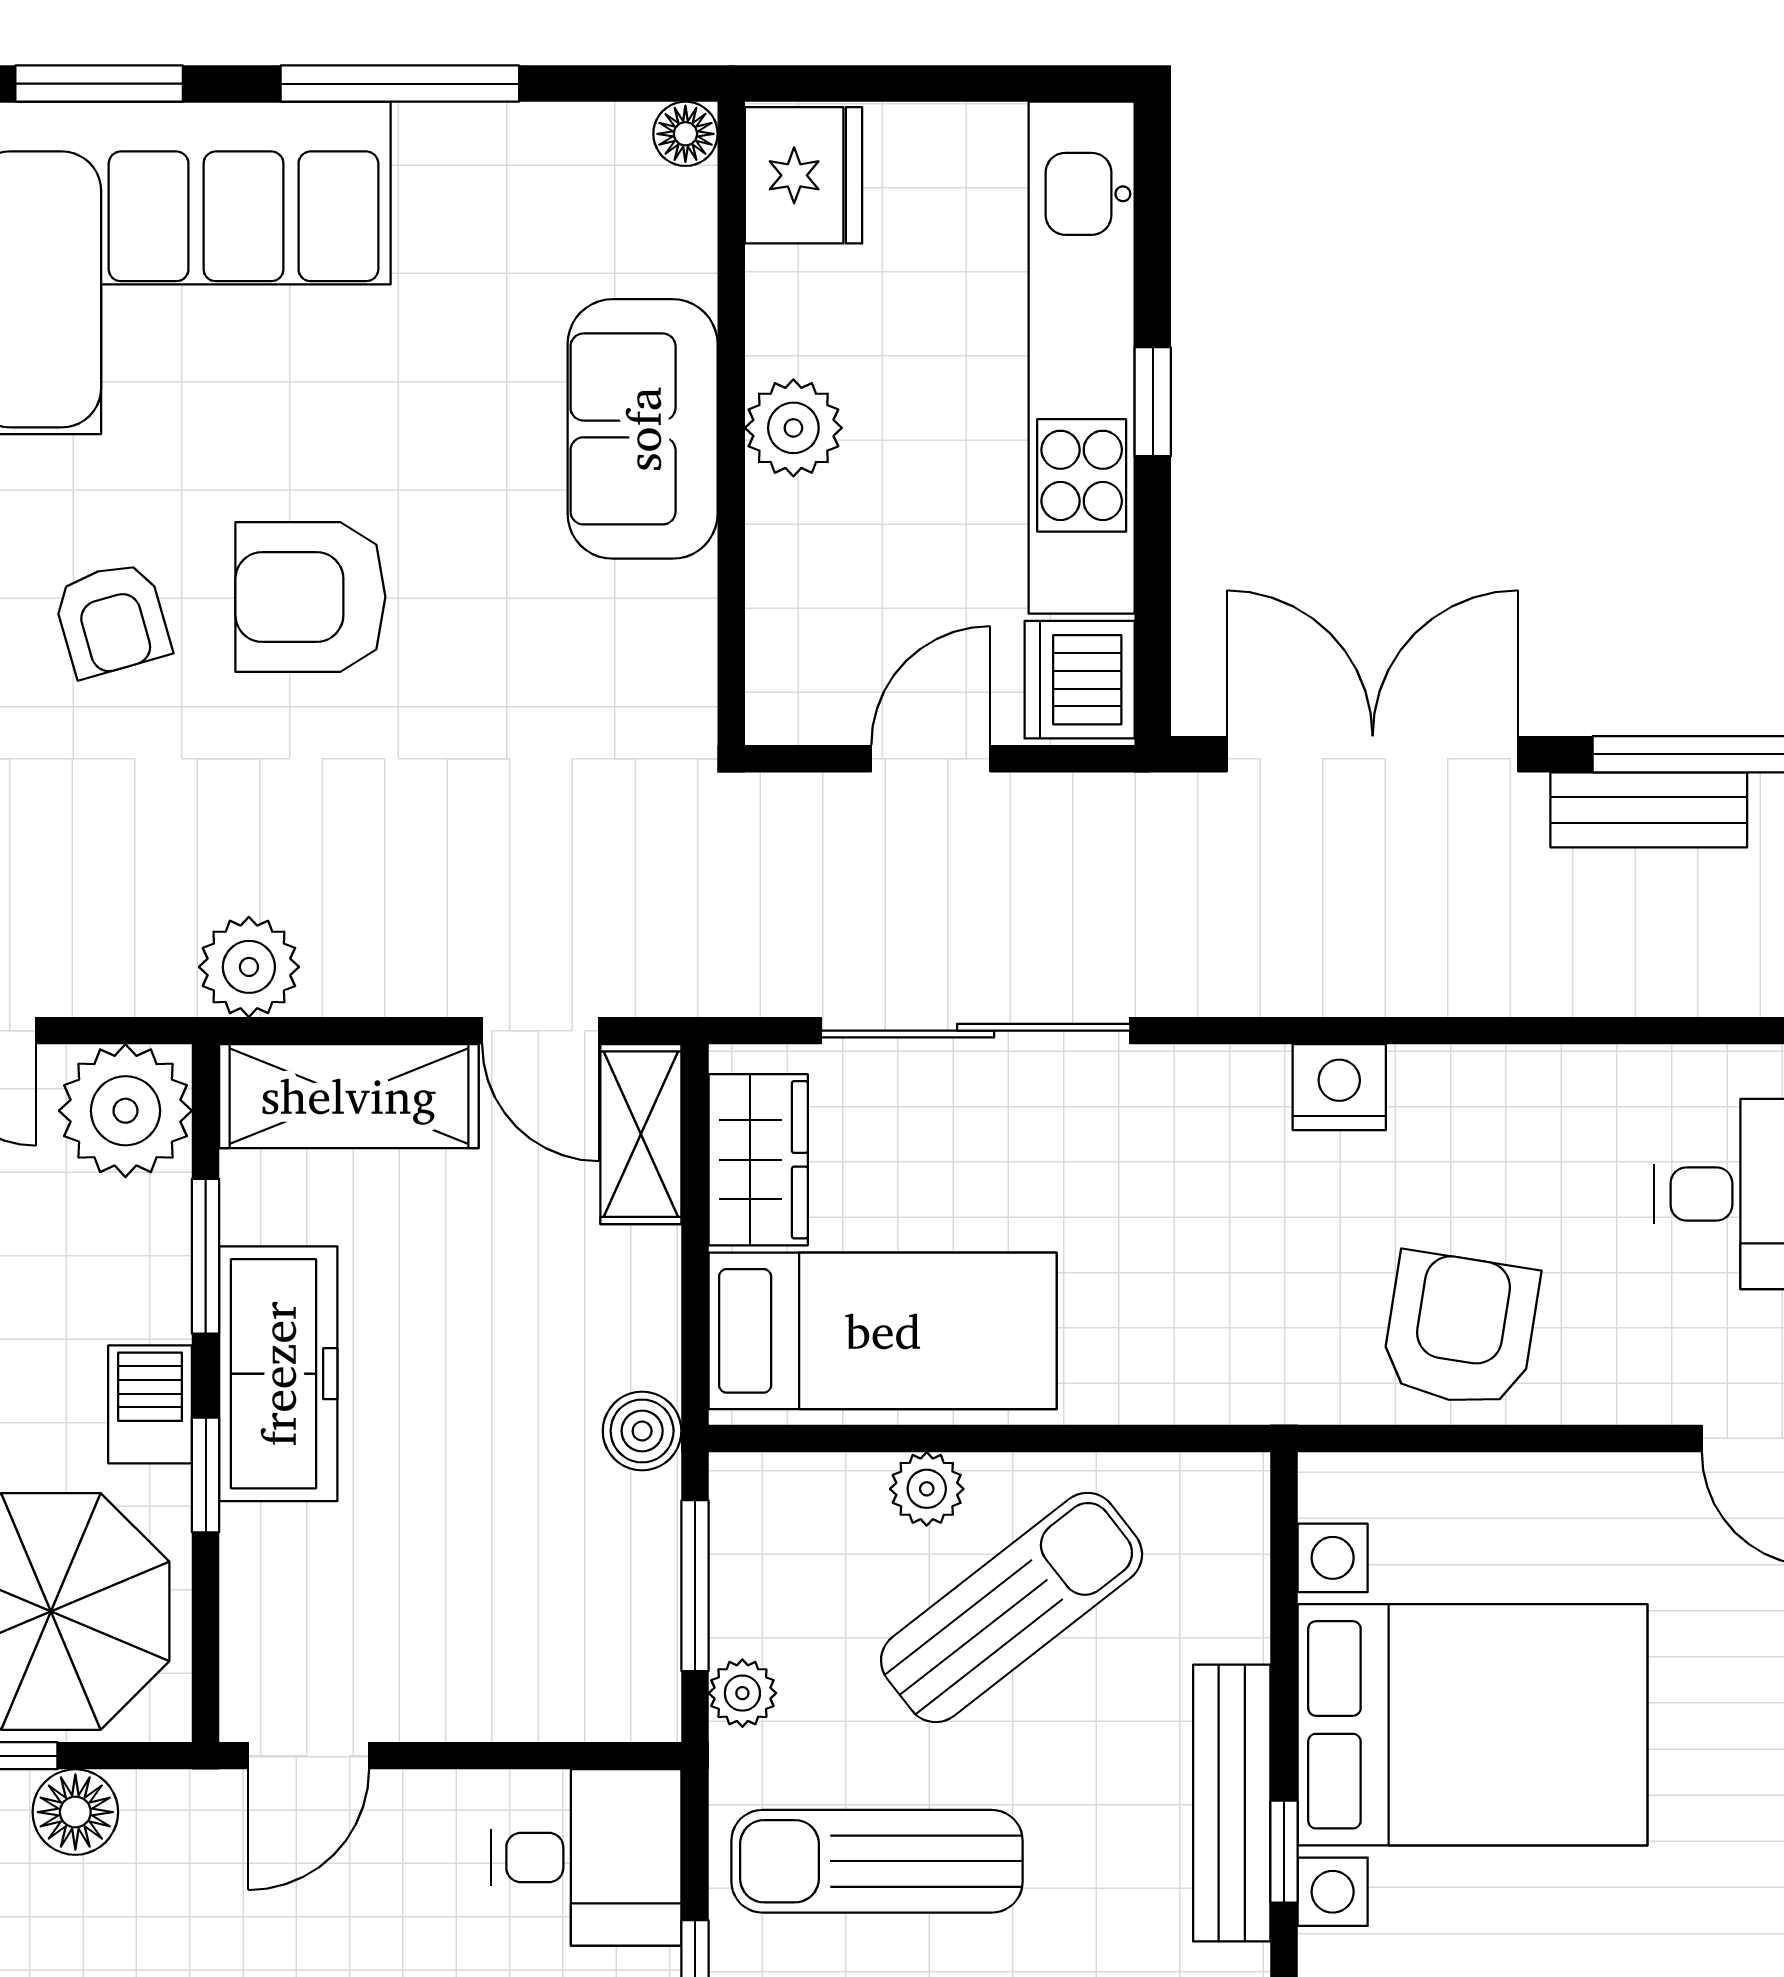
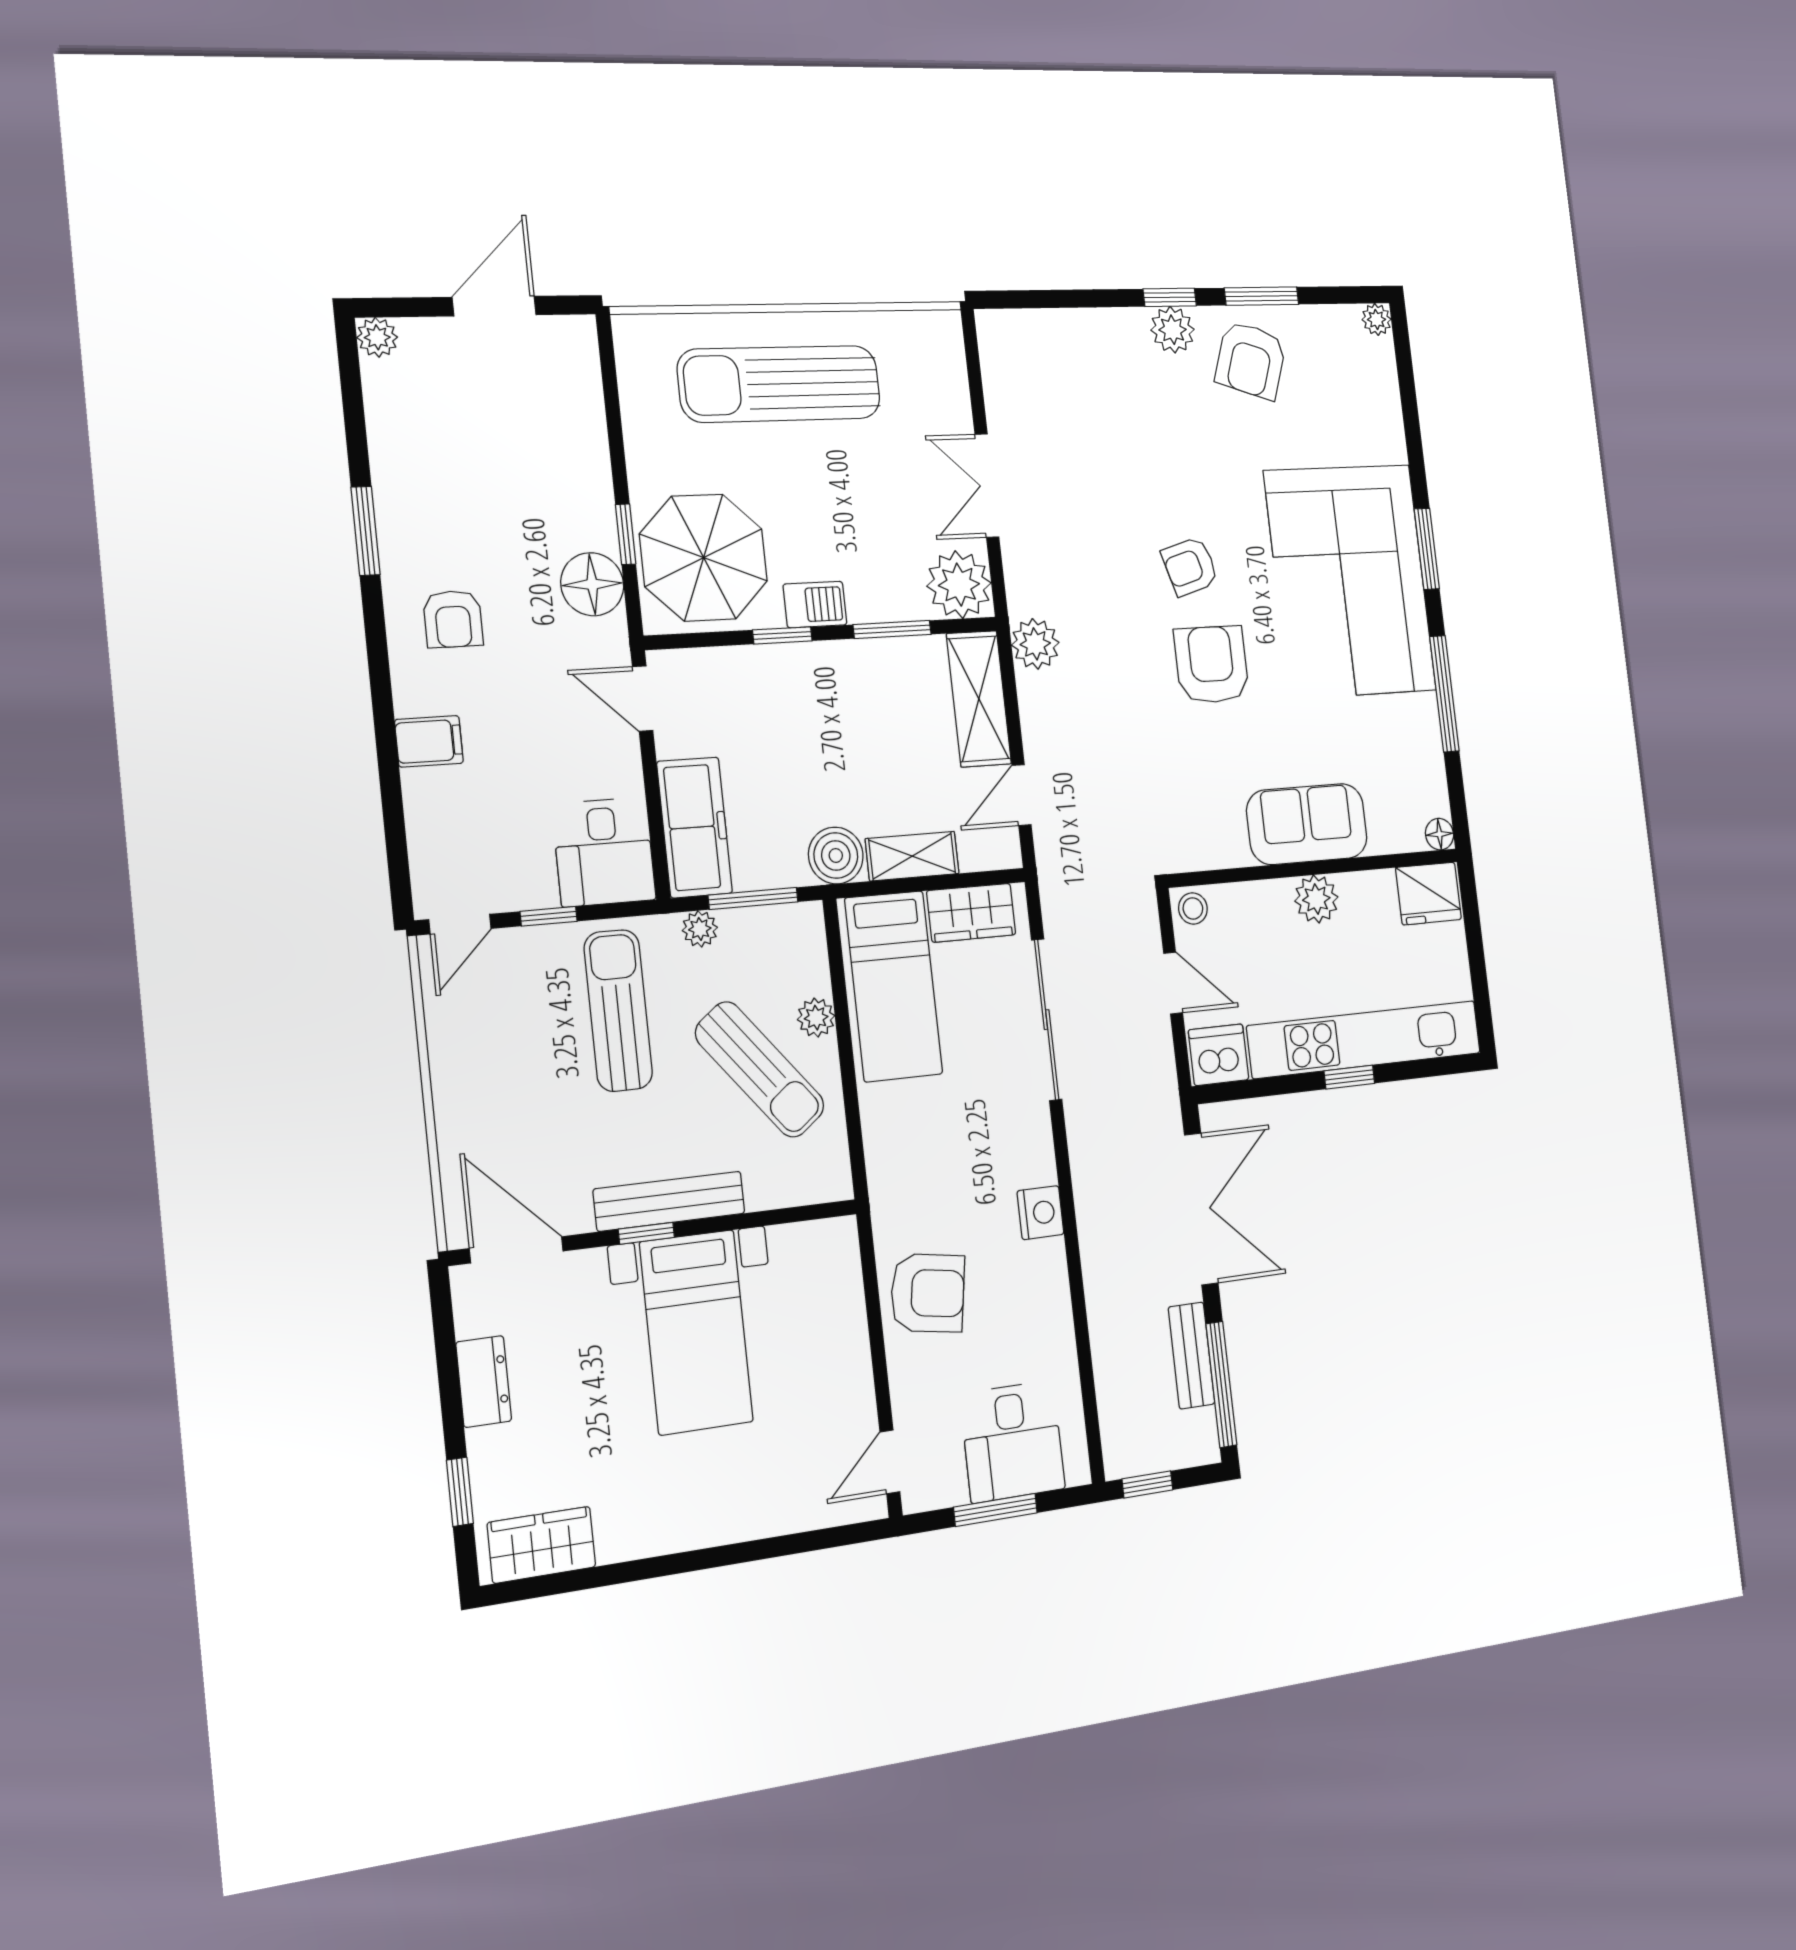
stool: (789, 698) -> (1193, 908), added
shelving: (641, 1134) -> (912, 856), moved
freezer: (278, 1374) -> (695, 827), moved, turned -90
boiler: (642, 1431) -> (836, 856), width x1.36, depth x1.36
bed with nightstands: (1473, 1725) -> (696, 1332), width x0.73
floor lamp: (75, 1812) -> (592, 584), width x1.38, depth x1.38

